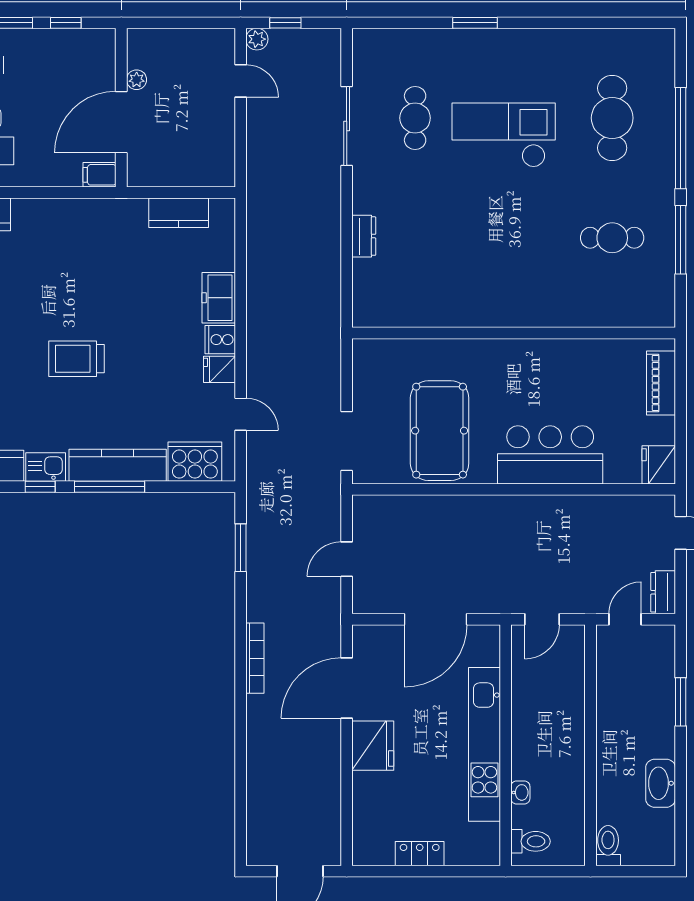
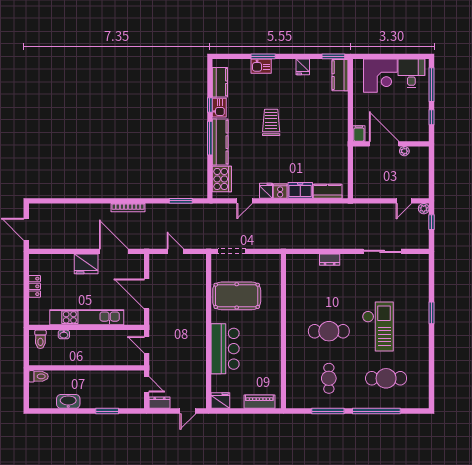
cafe table: (415, 118) -> (329, 331), moved, width x1.37, depth x1.35
kitchen counter: (179, 213) -> (328, 191), moved, turned 90

